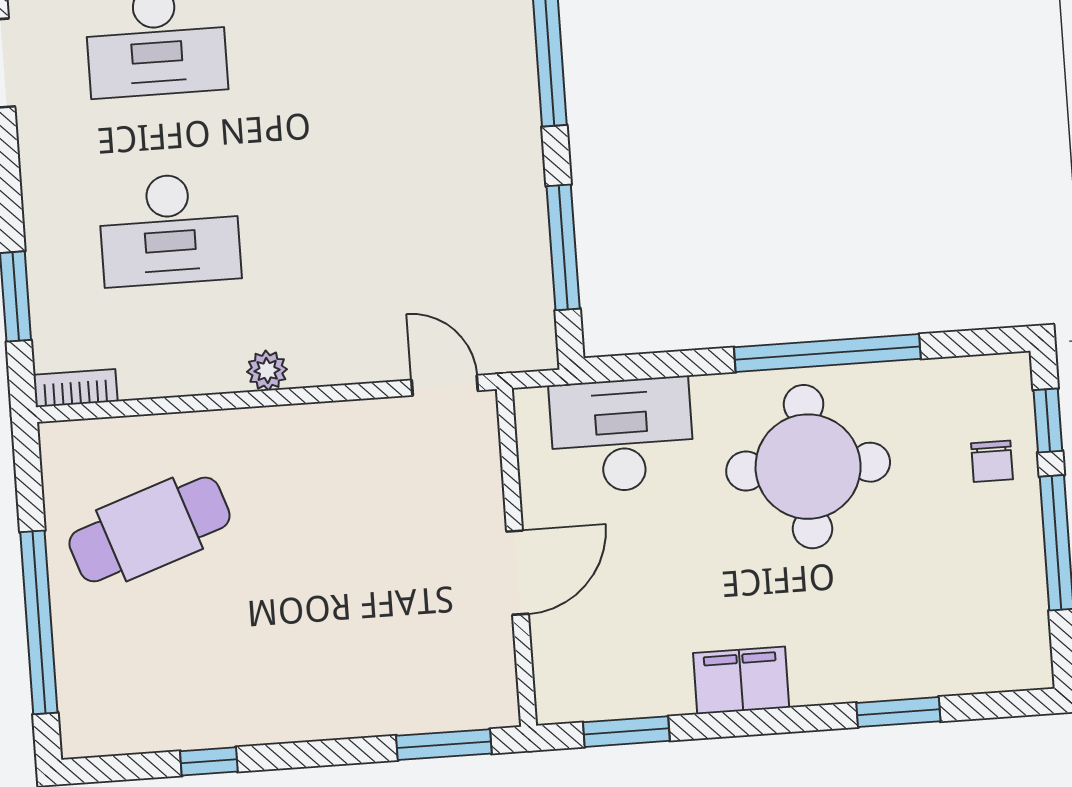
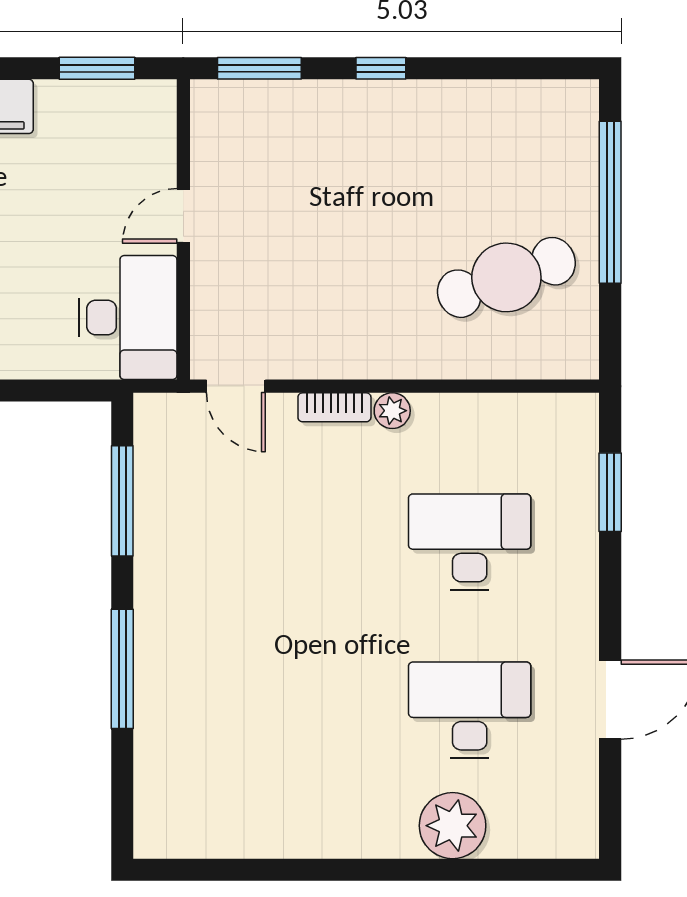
bookcase: (76, 388) -> (334, 407), moved
desk: (622, 435) -> (128, 318), moved, turned -90
door: (518, 573) -> (183, 216), width x0.73
window: (209, 761) -> (381, 68), moved

